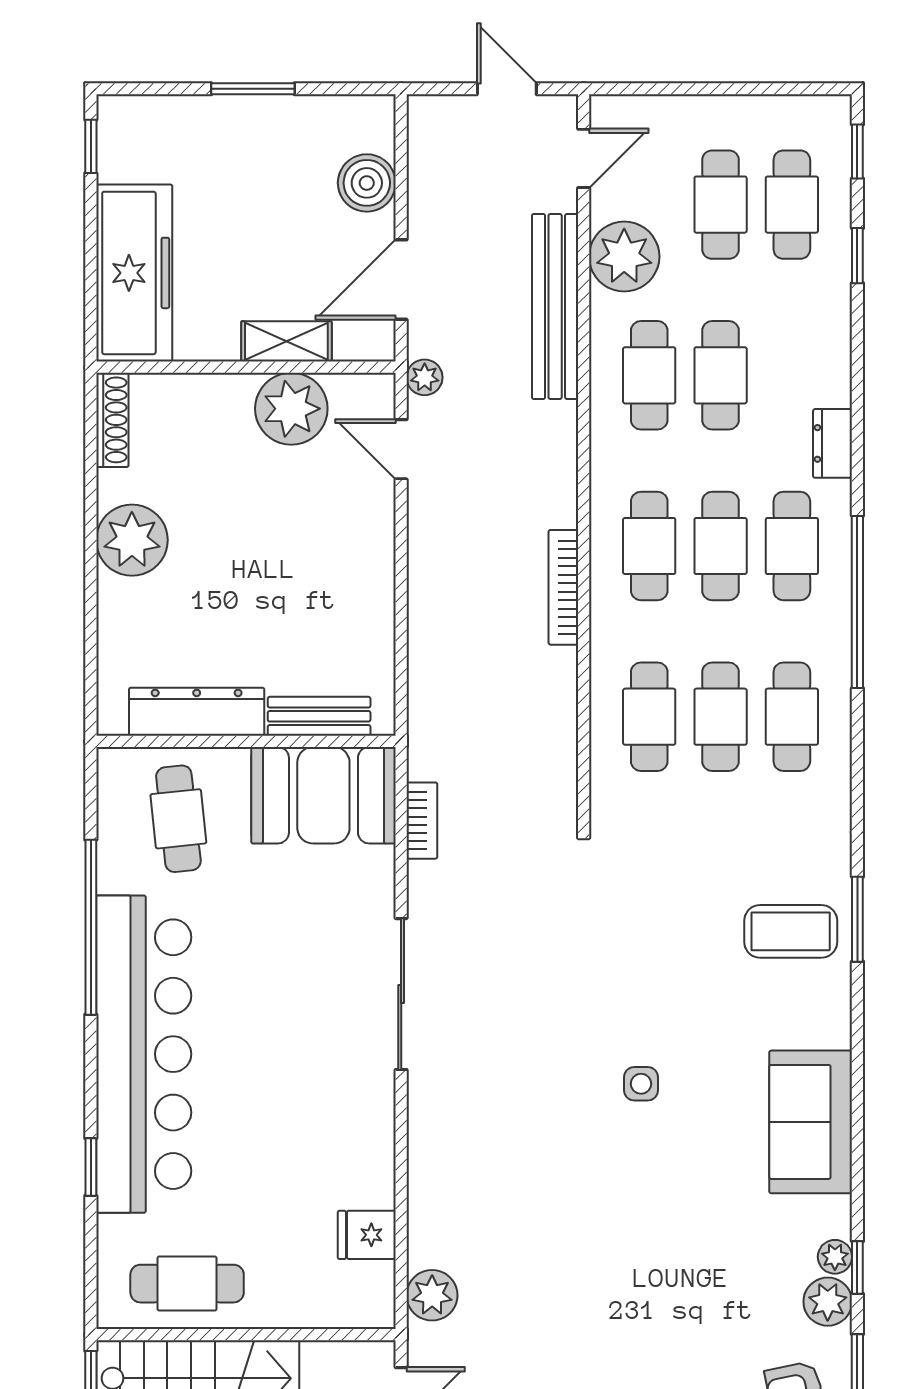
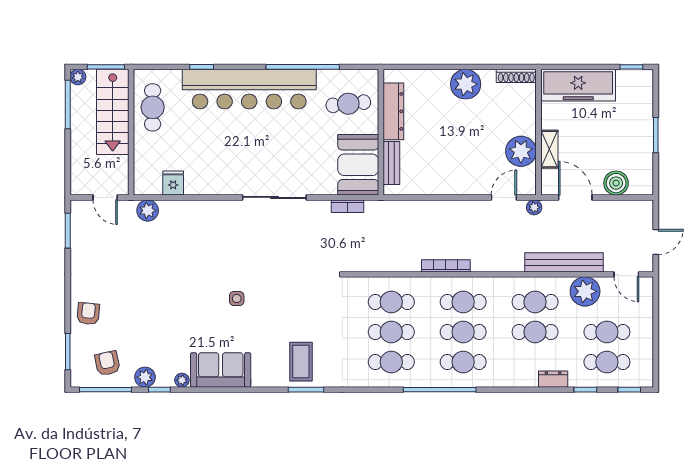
dresser: (833, 443) -> (553, 379), moved
plant: (835, 1257) -> (182, 380), moved

